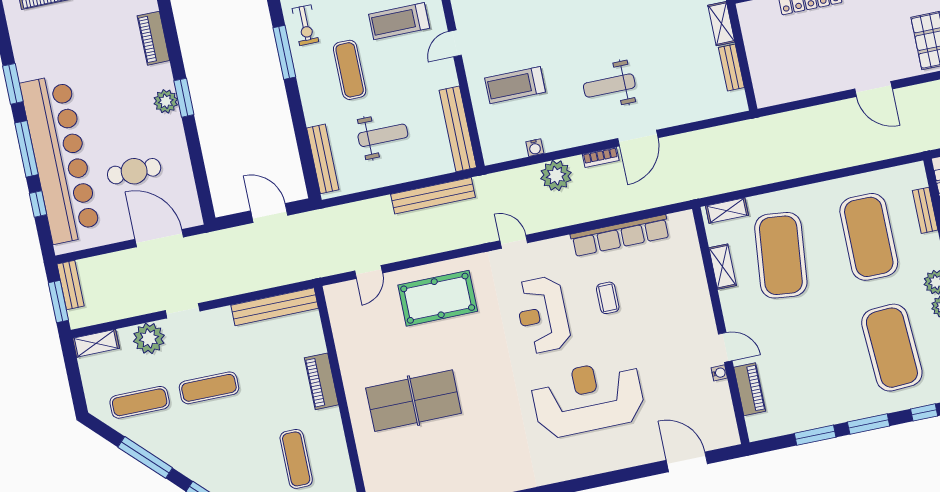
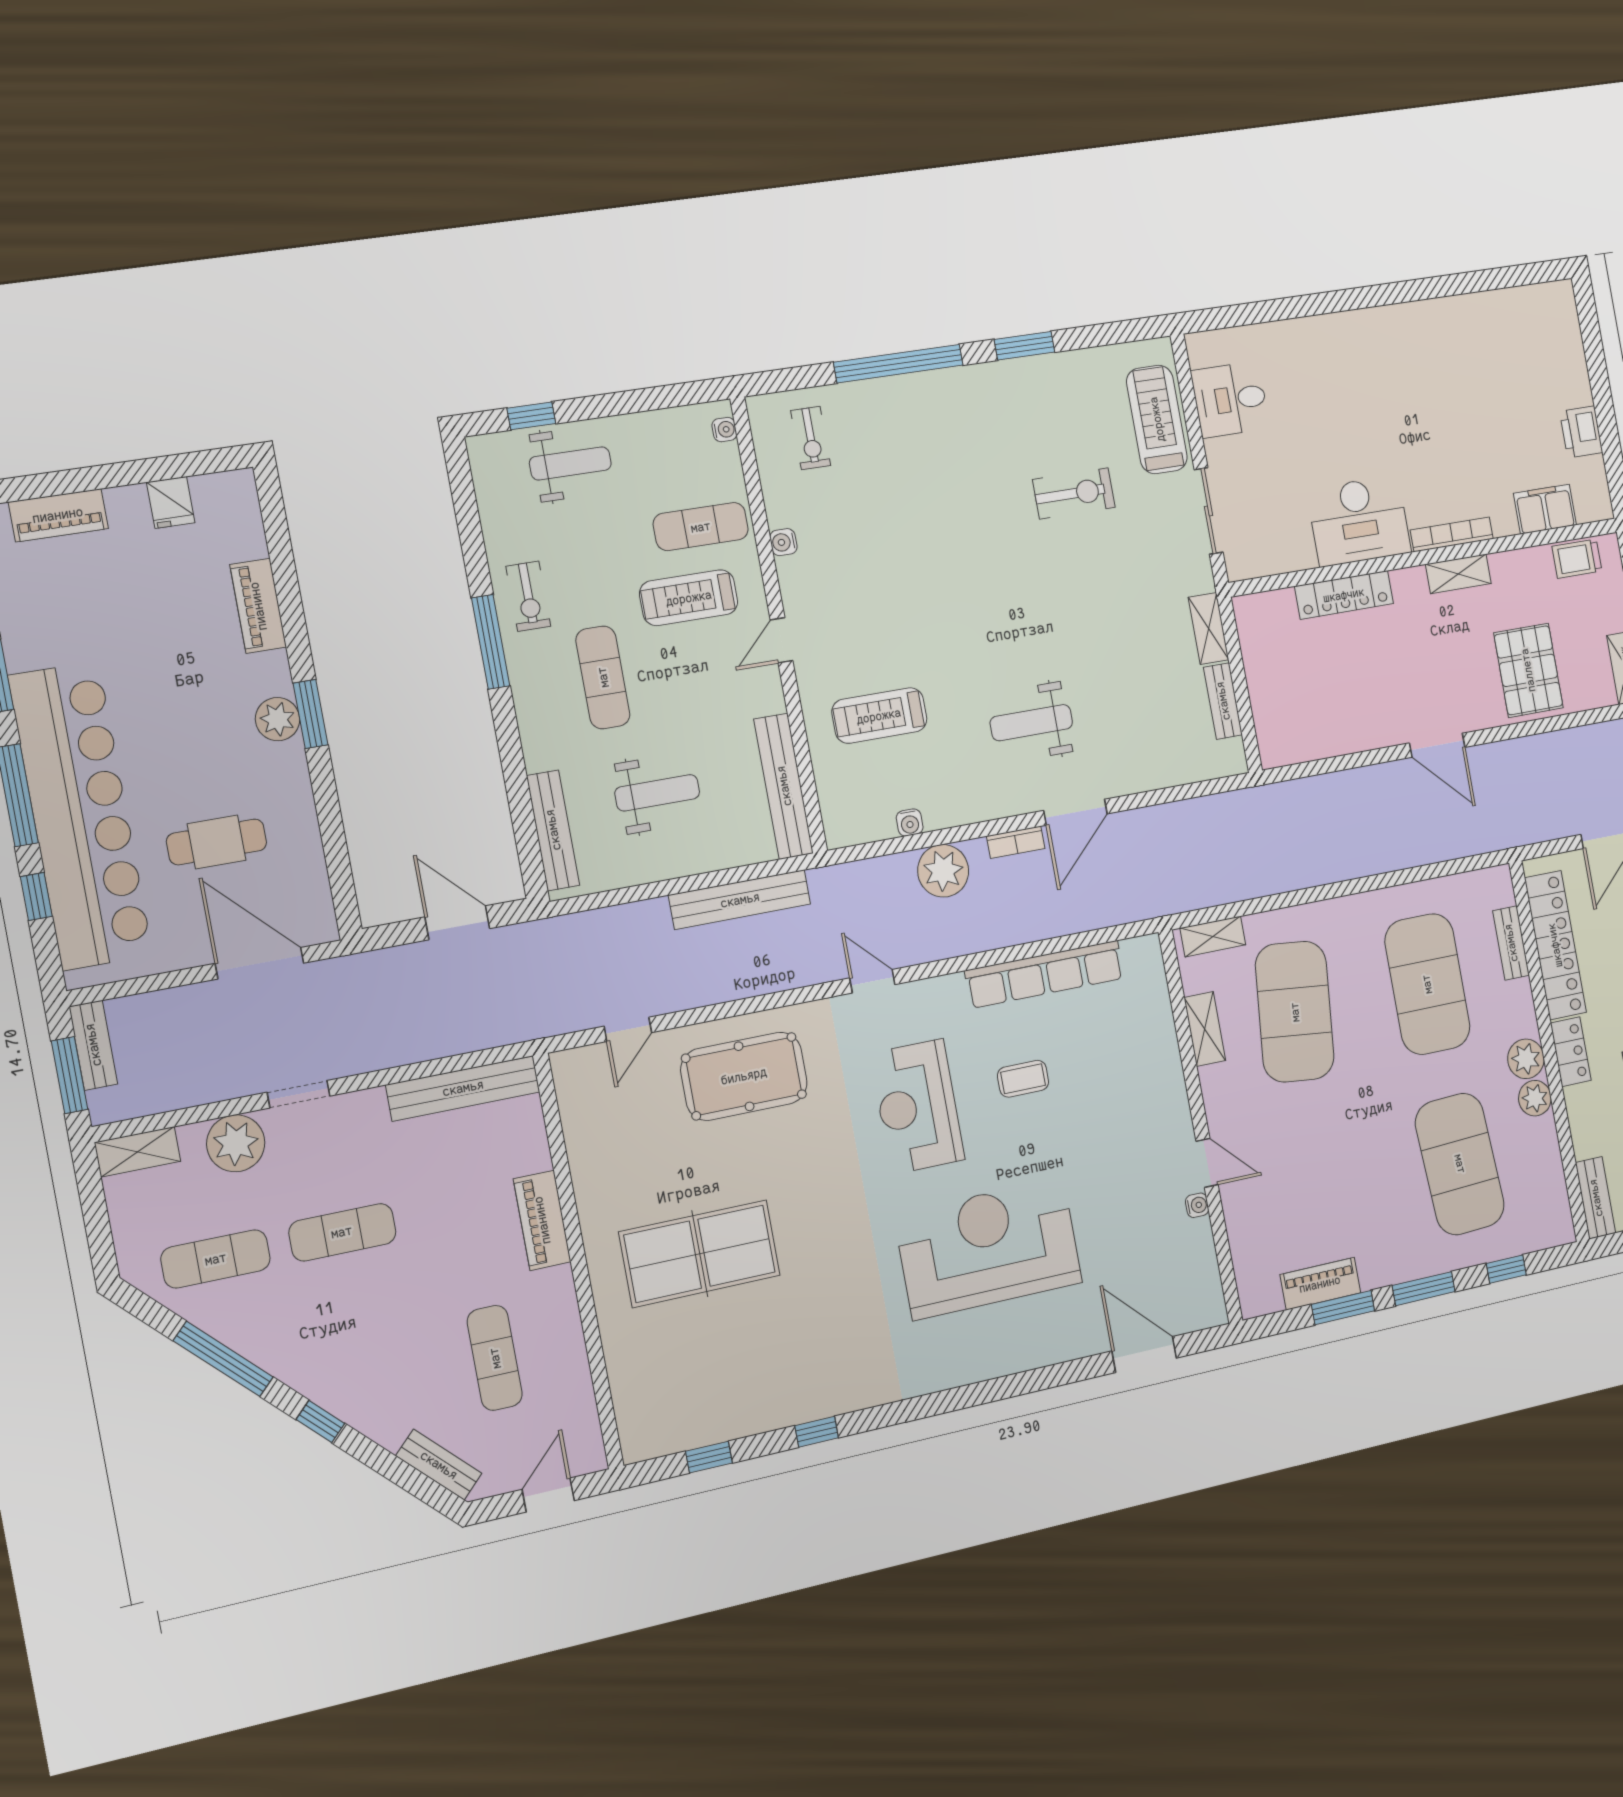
coffee table: (608, 298) -> (1023, 1079), turned 90
piano: (750, 389) -> (1320, 1284), moved, turned -90

